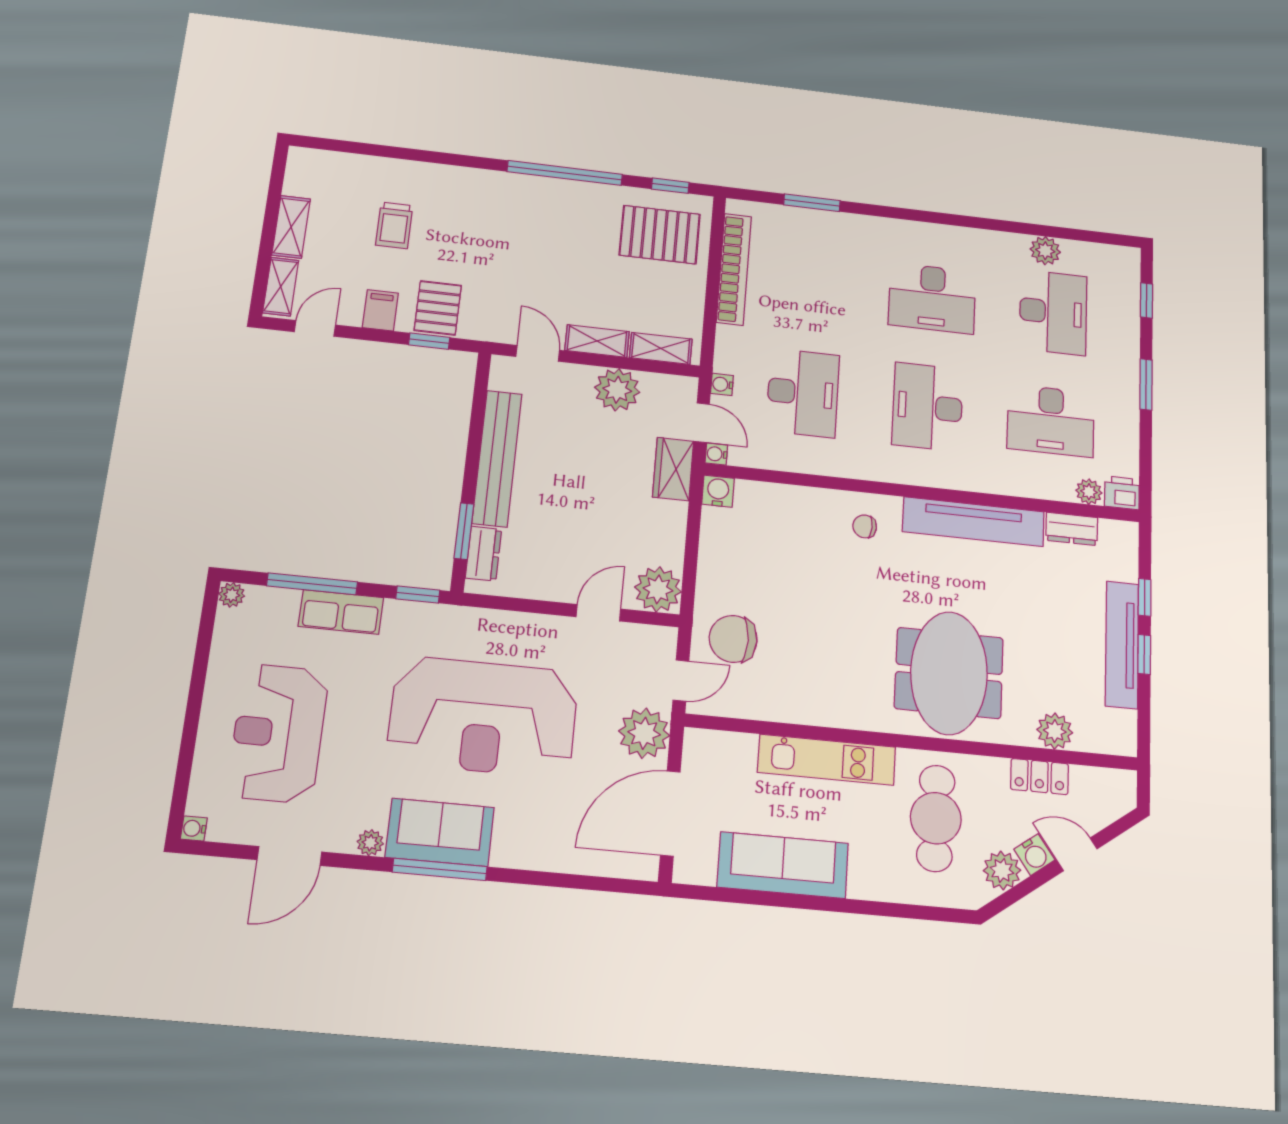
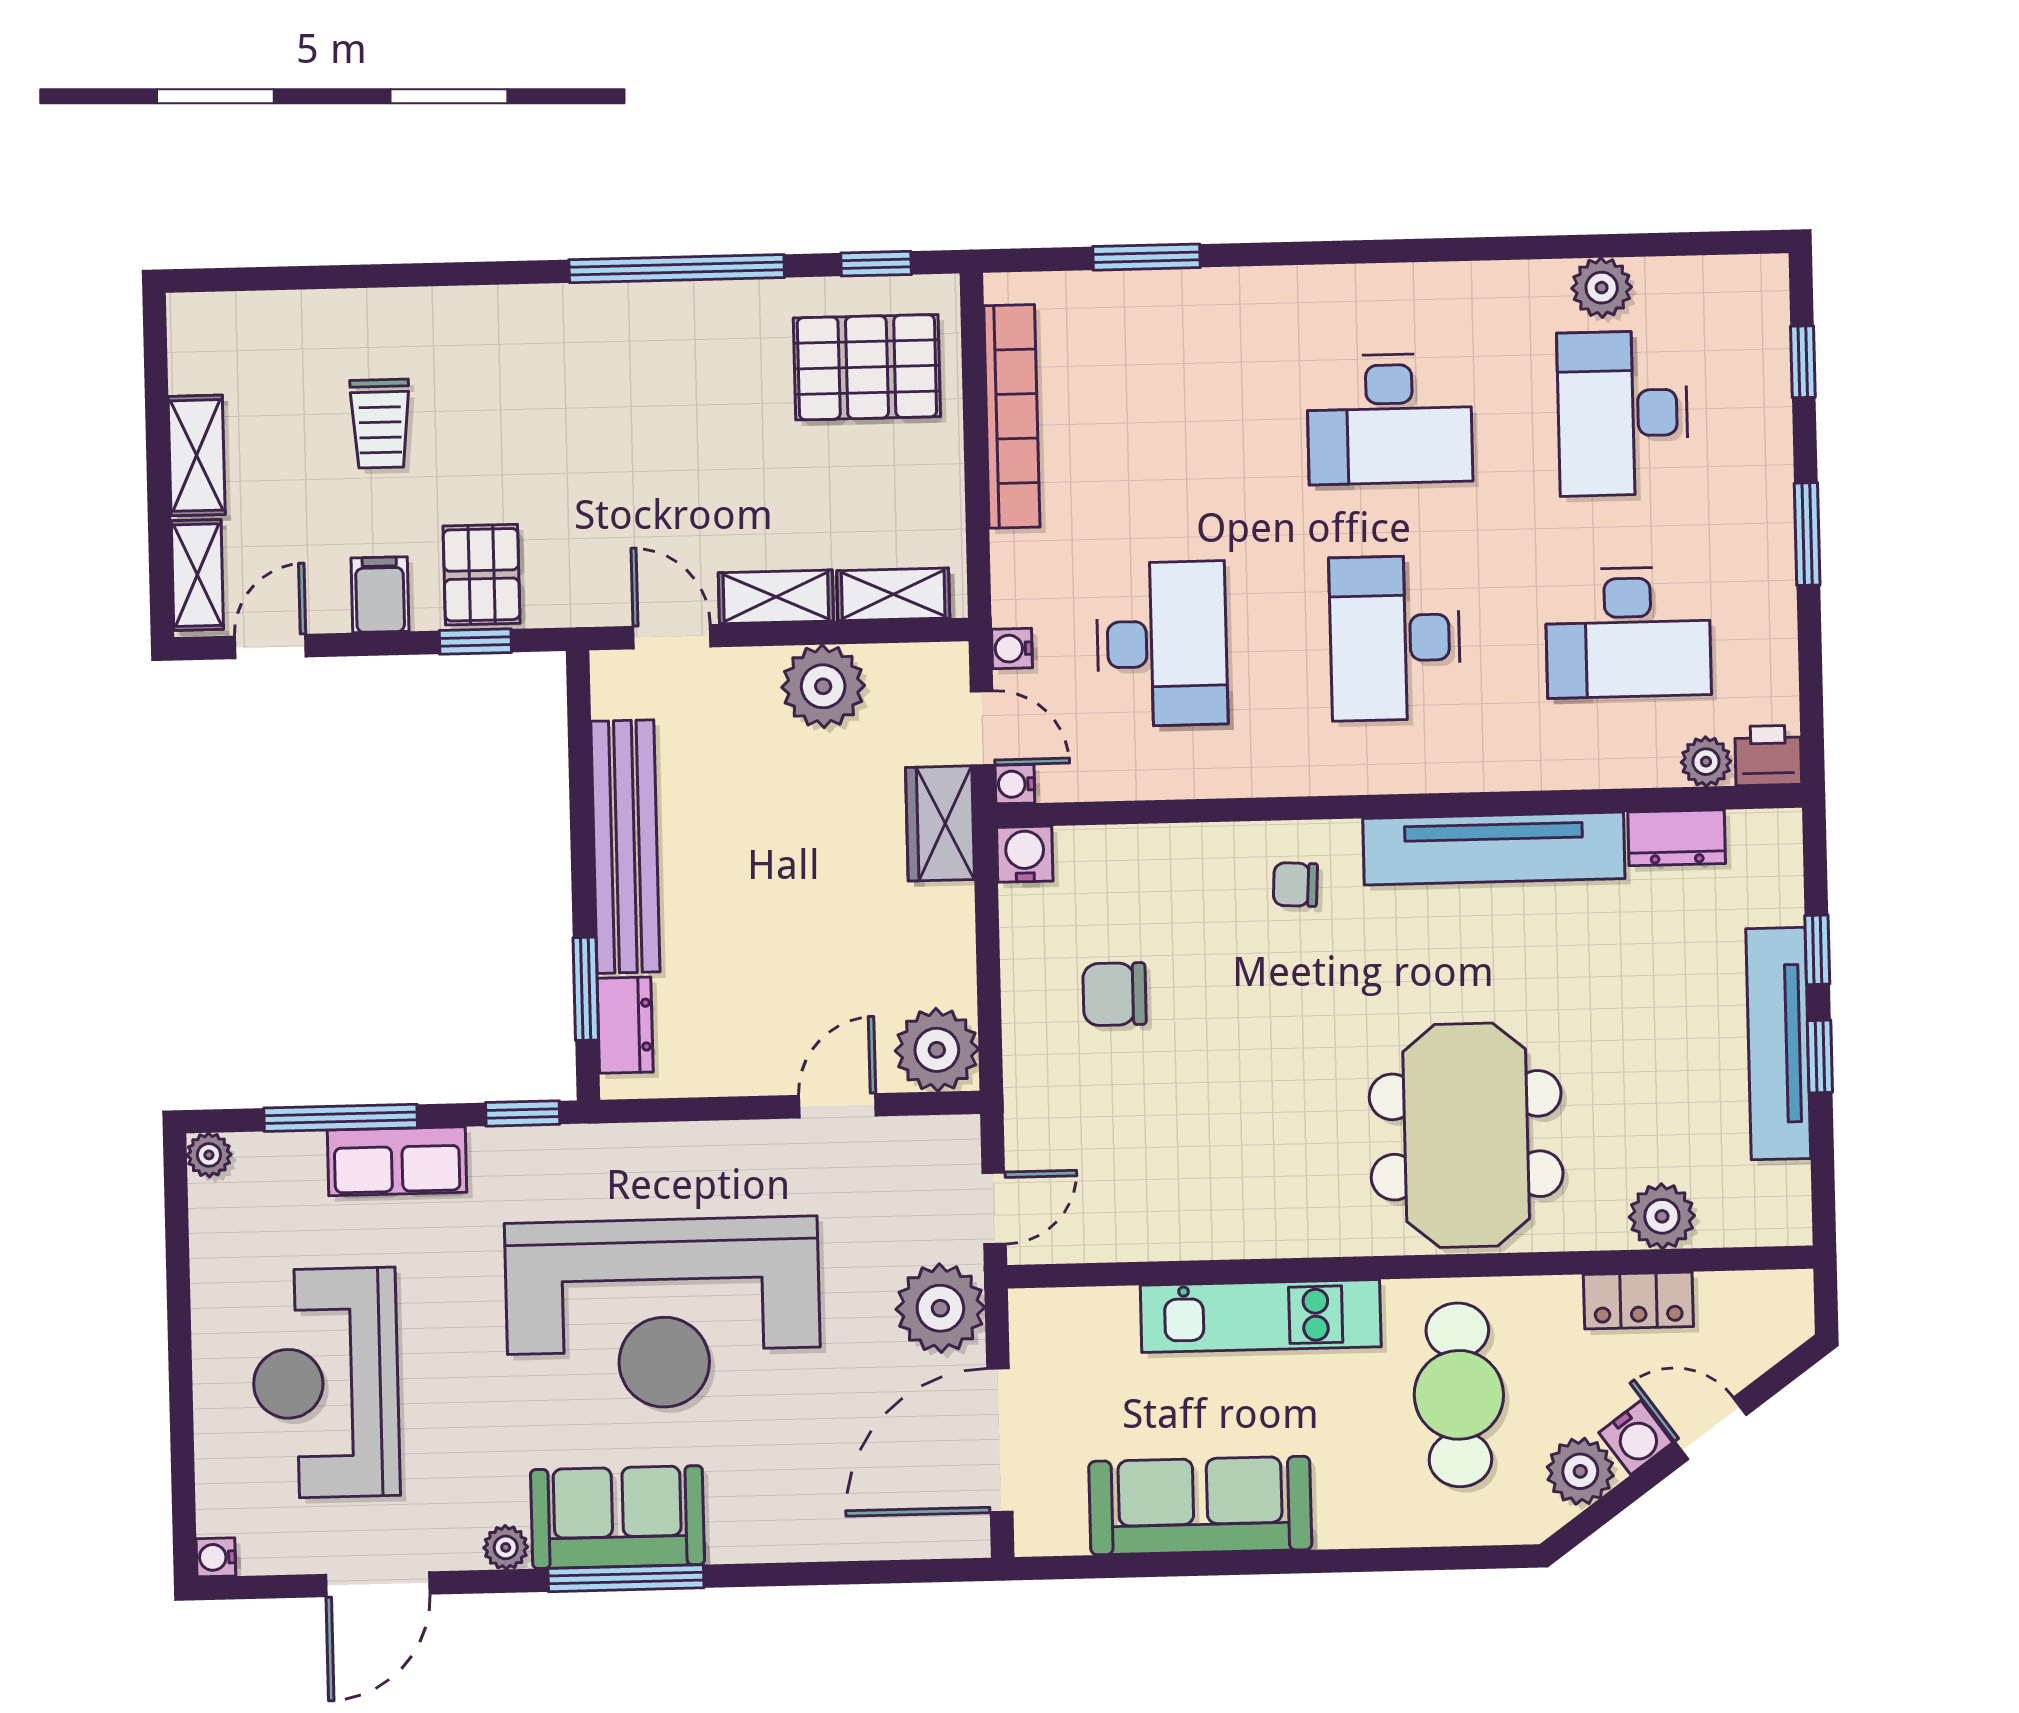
desk: (1053, 312) -> (1623, 413), turned 180
chair: (733, 639) -> (1114, 994), moved, width x0.73, depth x0.73

